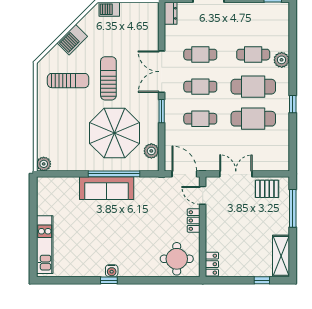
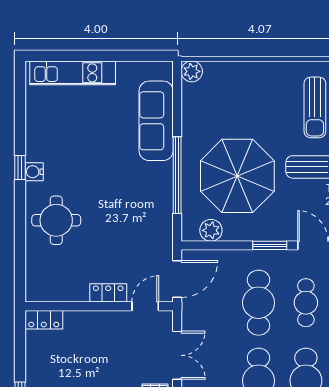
cafe table: (200, 119) -> (259, 303), width x1.37, depth x1.35
sofa: (107, 188) -> (156, 121), moved
round table: (177, 259) -> (56, 220), moved

